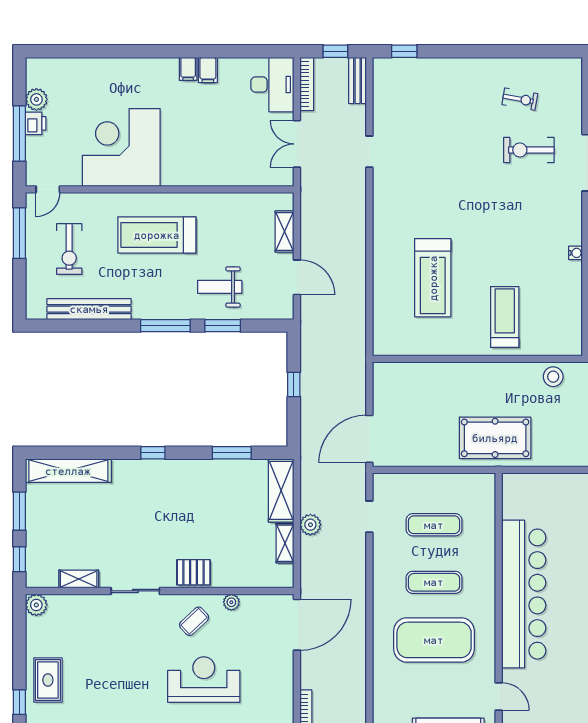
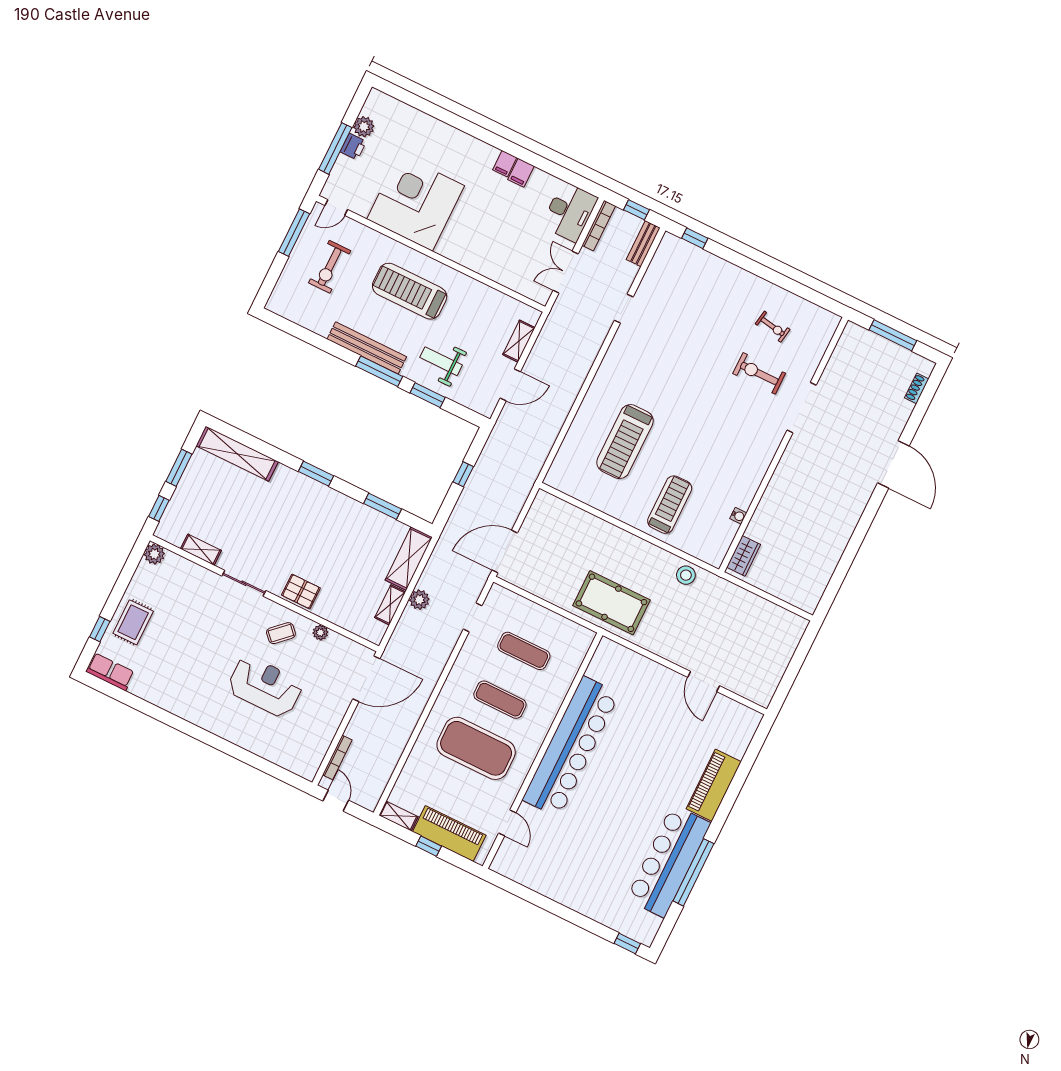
water cooler: (575, 253) -> (738, 516), moved
door: (297, 277) -> (510, 385), hinge flipped
bench: (89, 309) -> (367, 348), moved
window: (153, 453) -> (316, 474), width x1.50

